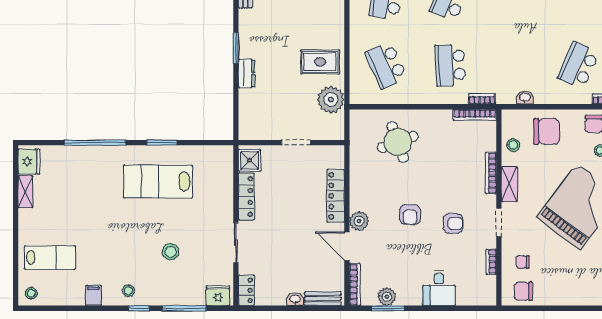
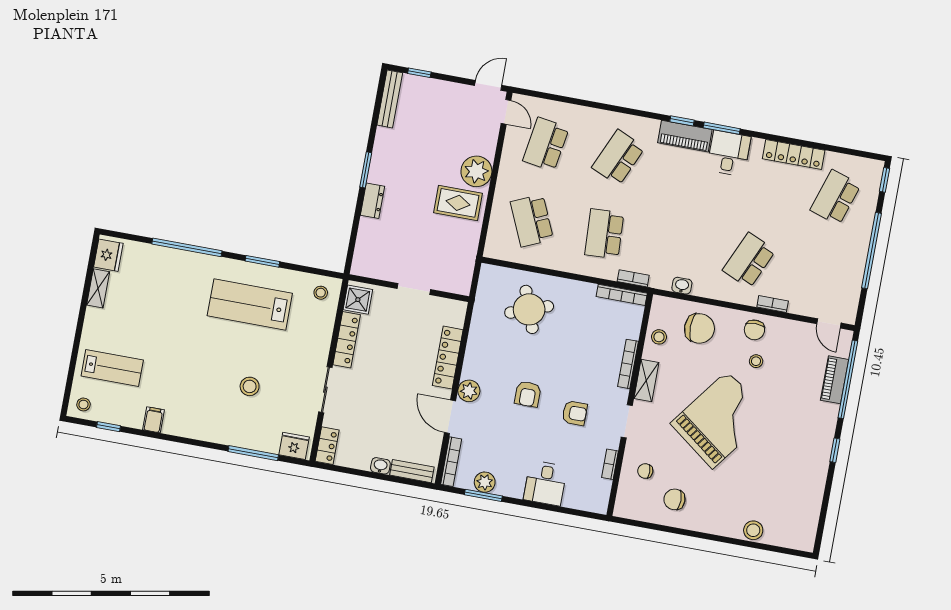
plant: (331, 100) -> (476, 171), moved
stool: (128, 291) -> (321, 293), moved
chair: (523, 291) -> (674, 499), moved
window: (139, 308) -> (108, 427), moved

